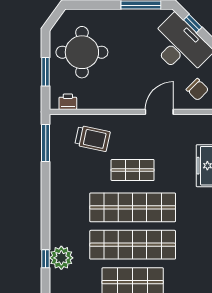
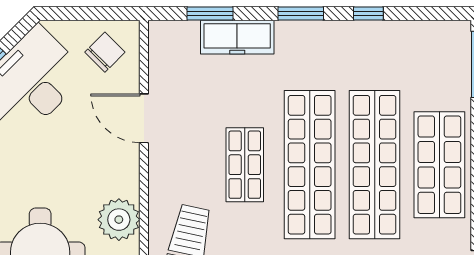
plant: (101, 98) -> (119, 220), added

